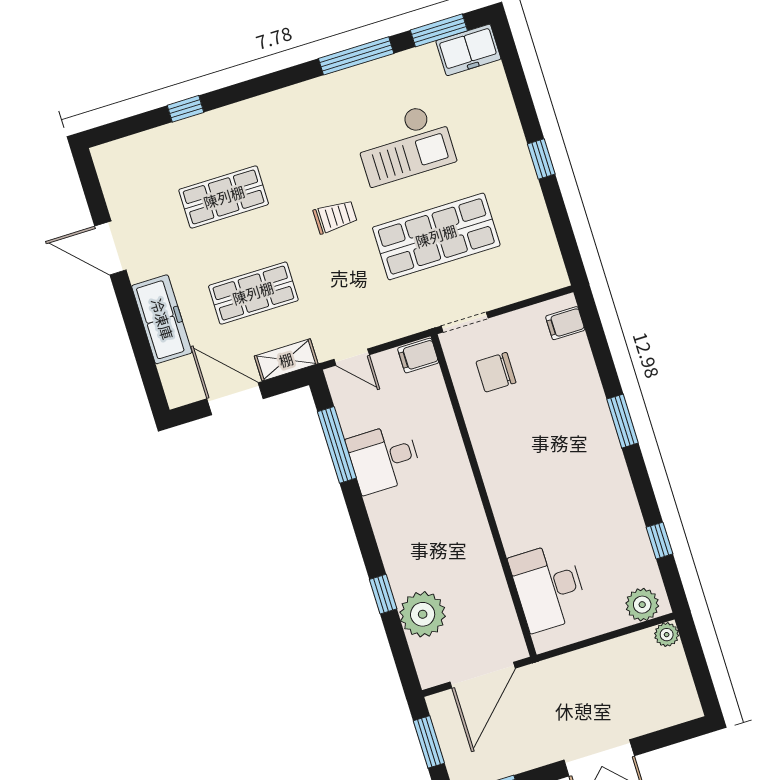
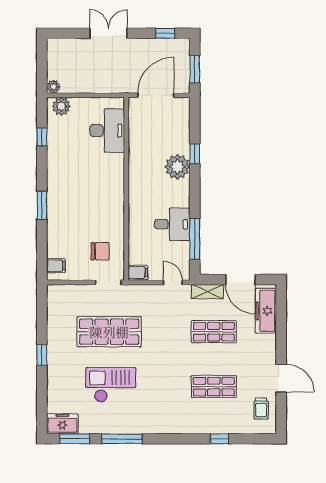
trolley: (335, 217) -> (261, 409), moved, turned -90
freezer: (162, 319) -> (266, 311), moved
plant: (423, 614) -> (177, 167), moved

